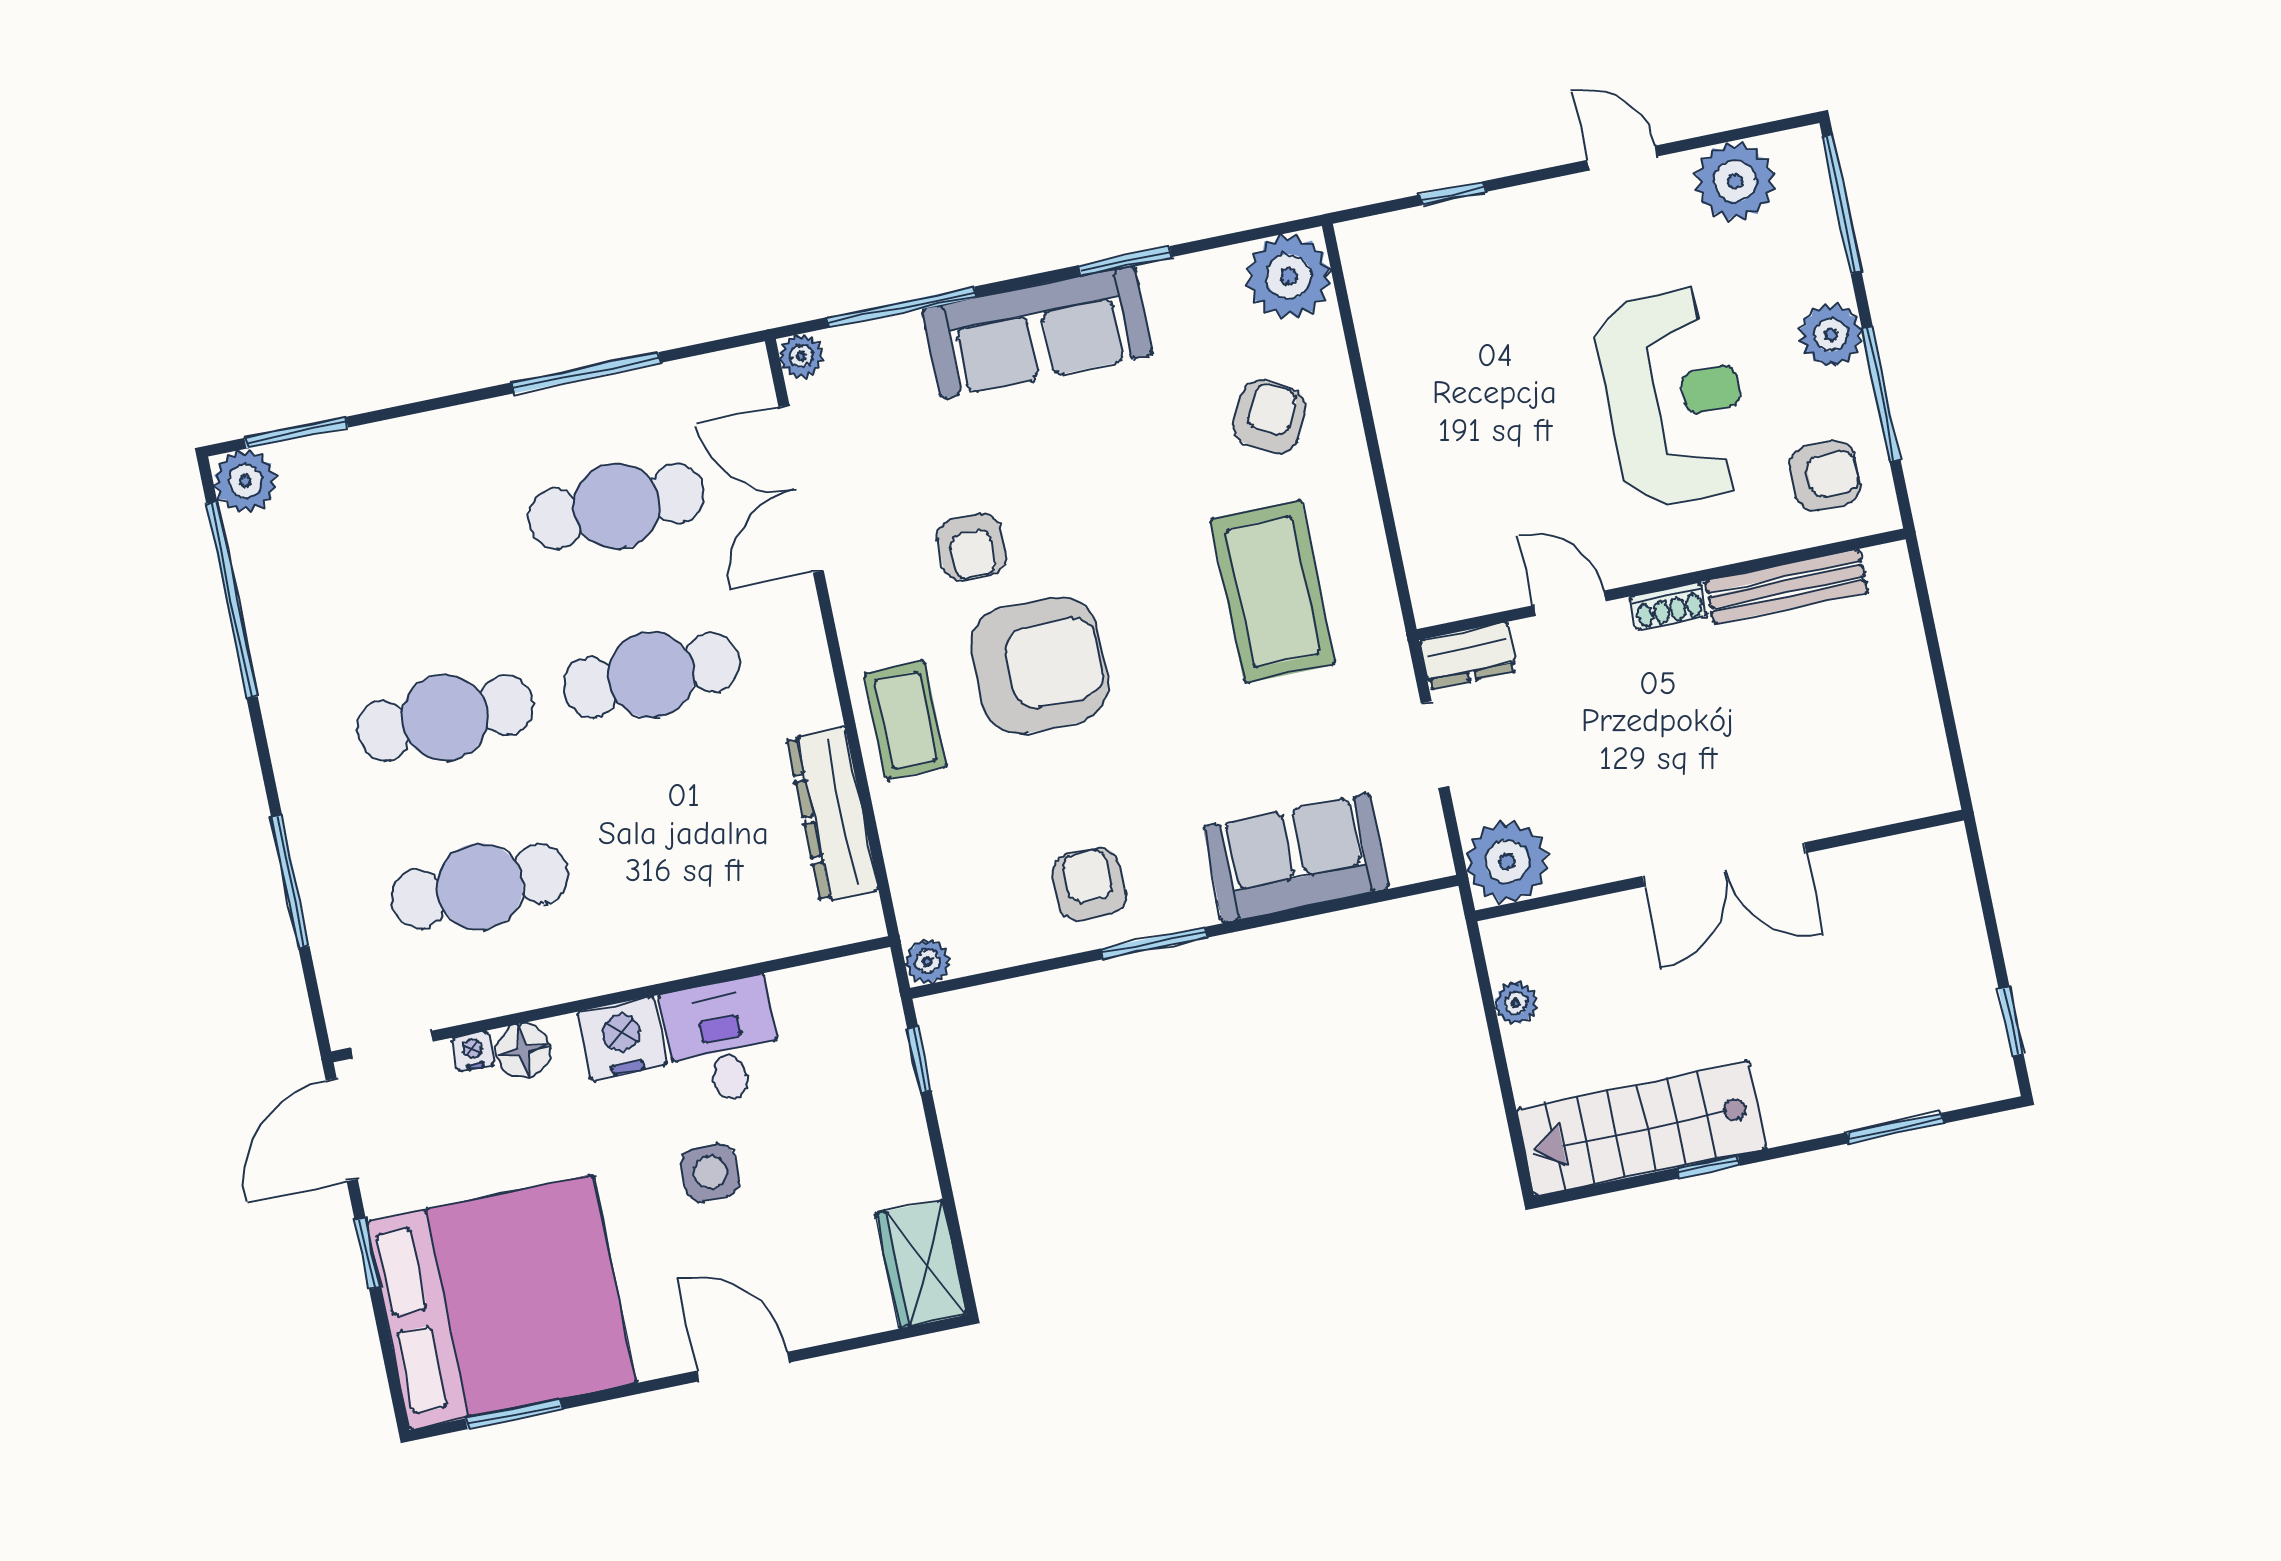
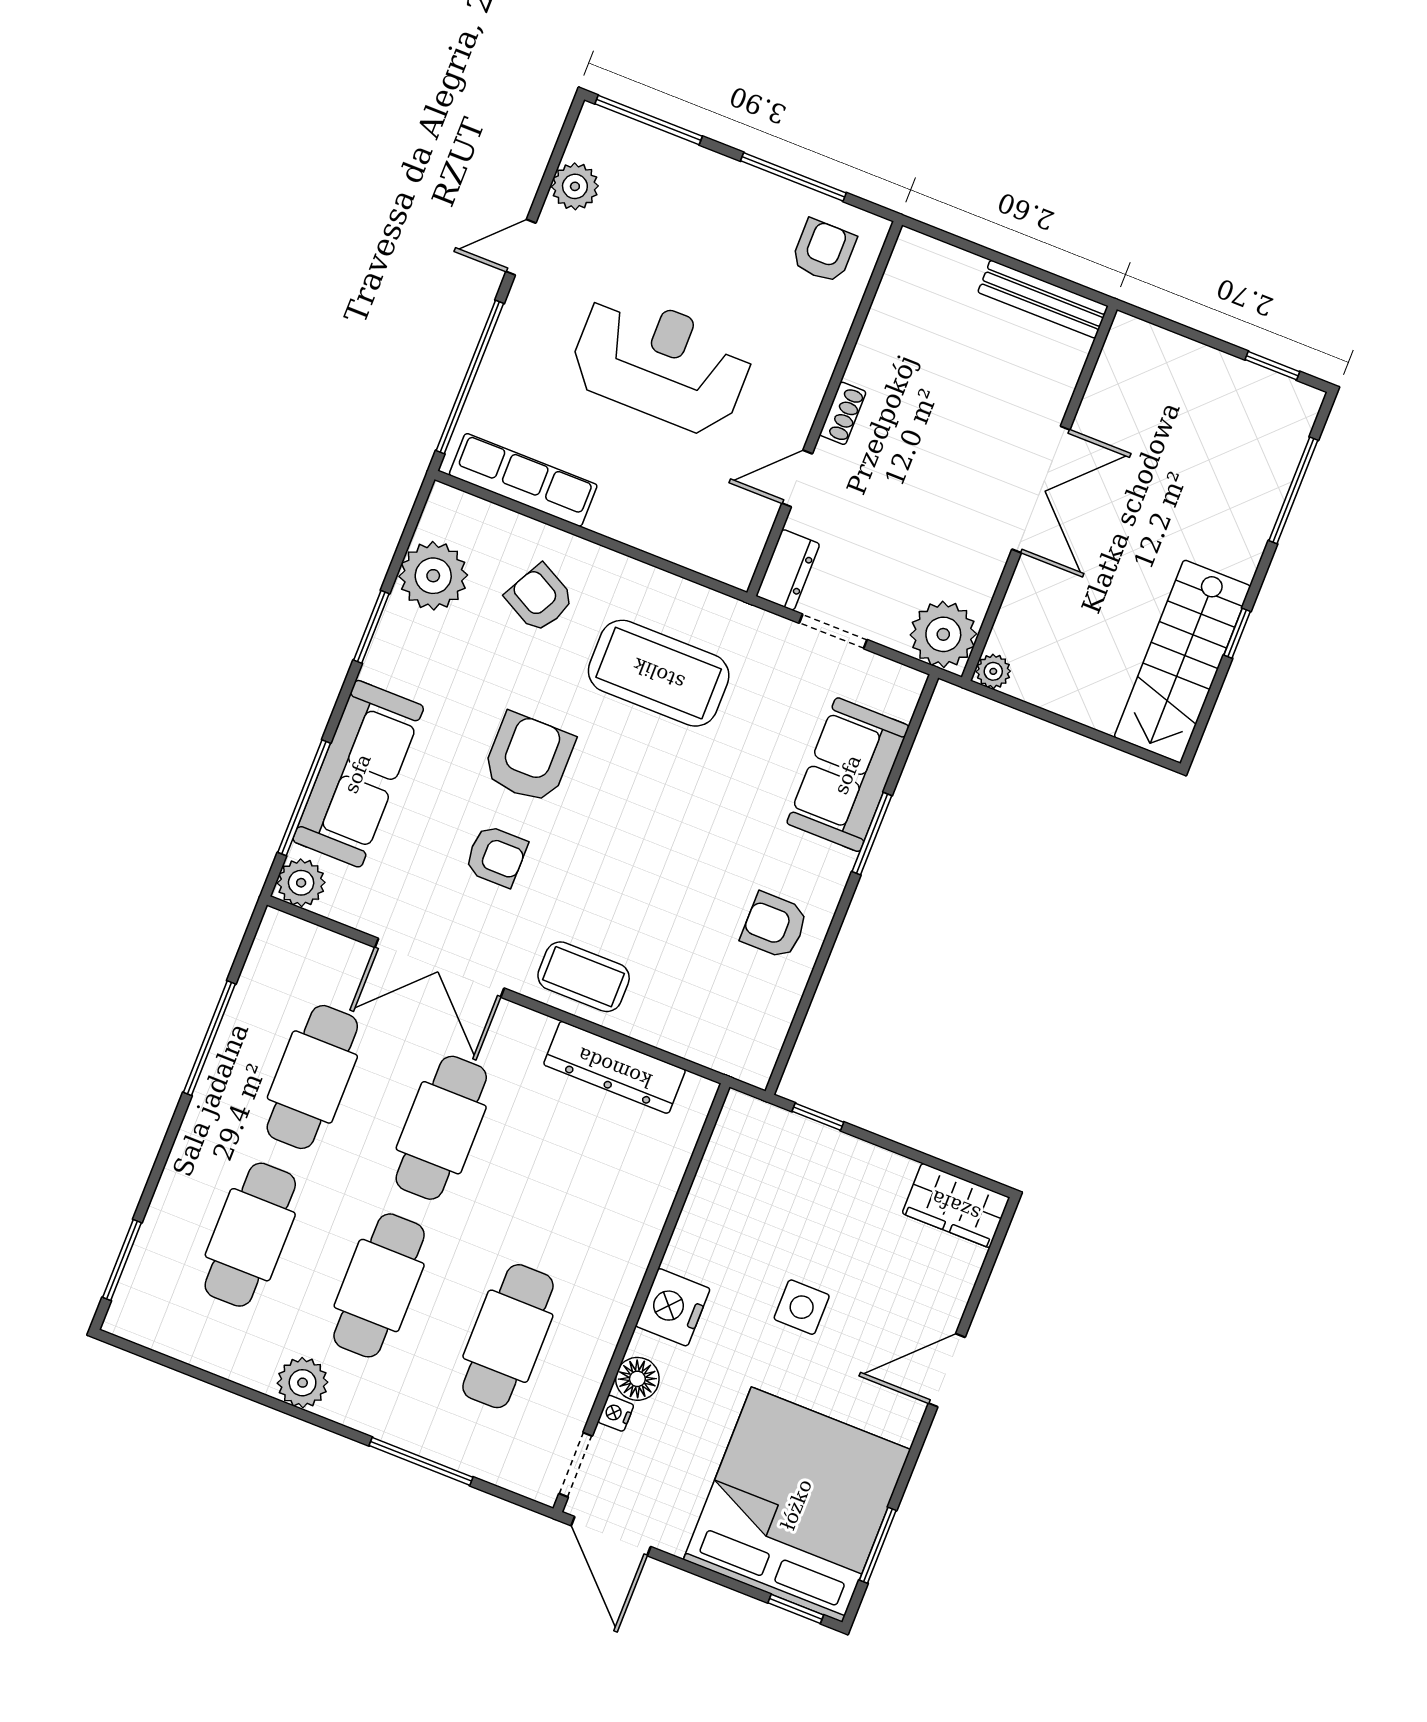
plant: (1735, 181) -> (575, 186), width x0.73, depth x0.73
window: (1452, 193) -> (470, 377), width x3.17
plant: (1289, 276) -> (433, 576), moved
row of seats: (1382, 319) -> (523, 480), added
sofa: (1037, 332) -> (358, 774), moved
plant: (1831, 335) -> (732, 185), removed
plant: (801, 356) -> (301, 883), width x1.38, depth x1.38
reception desk: (1673, 397) -> (661, 363), moved
plant: (245, 481) -> (303, 1383), moved
double door: (801, 489) -> (440, 968), moved
cafe table: (410, 549) -> (250, 1235), added
bench: (1786, 586) -> (1043, 299), moved, turned 90
window: (232, 600) -> (206, 1377), removed
armchair: (1039, 666) -> (529, 758), moved, width x0.73, depth x0.73
window: (1154, 943) -> (872, 834), moved
plant: (928, 961) -> (755, 1068), removed
plant: (1516, 1003) -> (993, 671), moved
desk: (723, 1042) -> (719, 1241), removed
window: (1895, 1128) -> (1293, 490), width x1.44
window: (367, 1254) -> (796, 1609), moved

